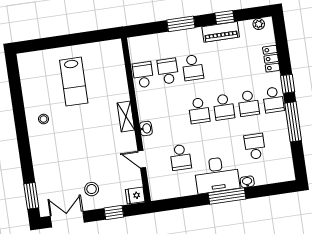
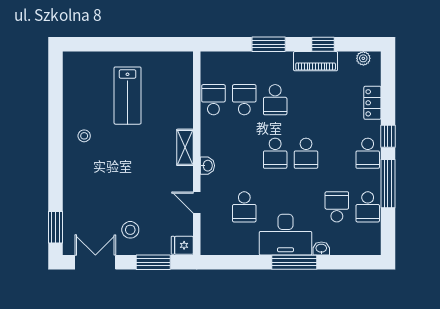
school desk: (249, 103) -> (368, 207), moved
window: (114, 212) -> (153, 262), width x1.50

